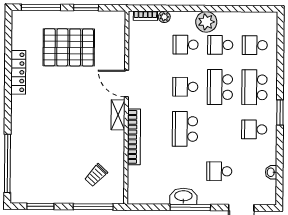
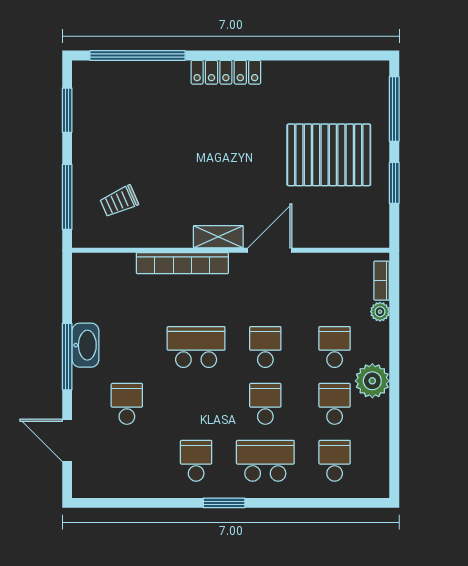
pallet: (69, 47) -> (329, 155), turned 90
locker: (18, 72) -> (226, 72), moved
school desk: (220, 87) -> (265, 404), width x0.54
washbasin: (271, 172) -> (126, 489), removed
trolley: (96, 175) -> (119, 201), turned -67

